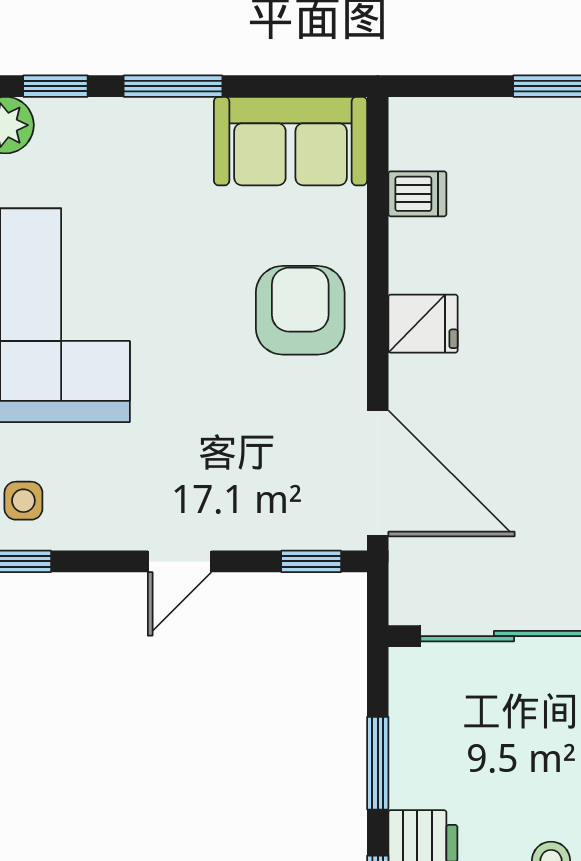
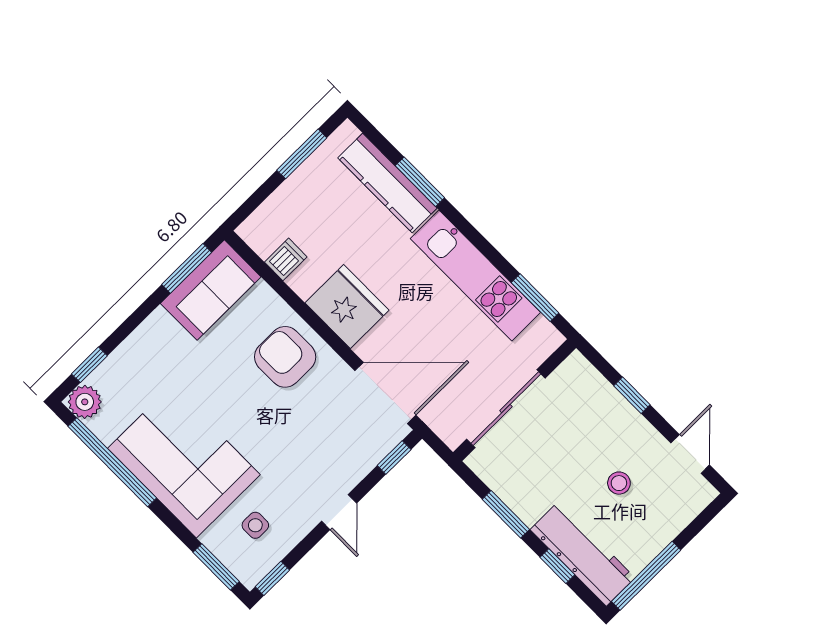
window: (173, 86) -> (187, 268), moved
fridge: (423, 324) -> (347, 307), width x1.88, depth x1.34
side table: (23, 501) -> (255, 525), moved

